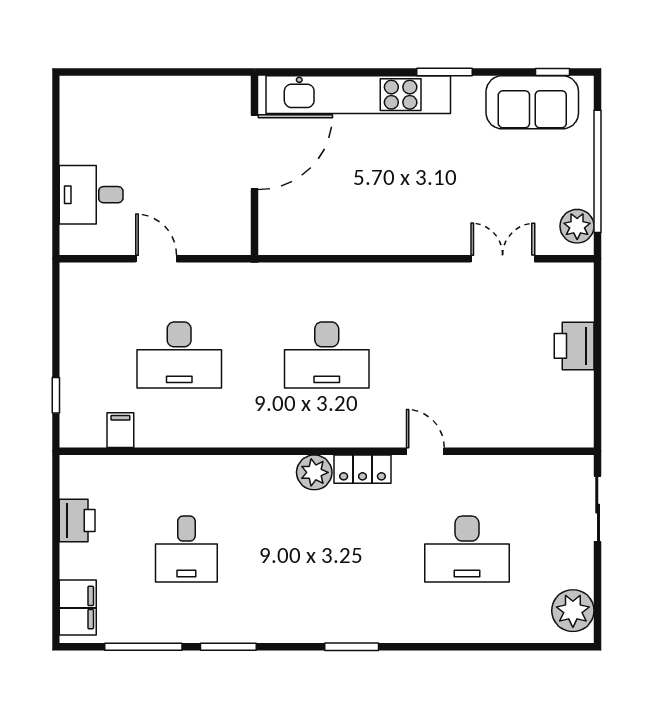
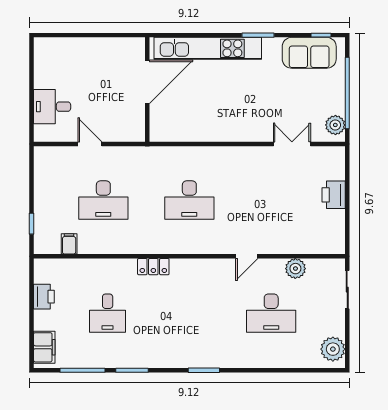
door: (425, 451) -> (247, 256), swing flipped
locker: (363, 469) -> (153, 267), moved
plant: (314, 472) -> (295, 269), moved

